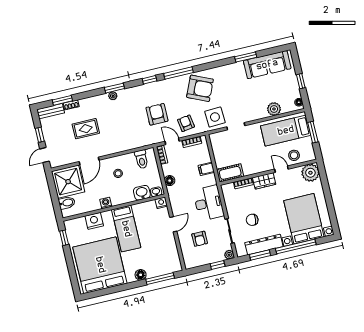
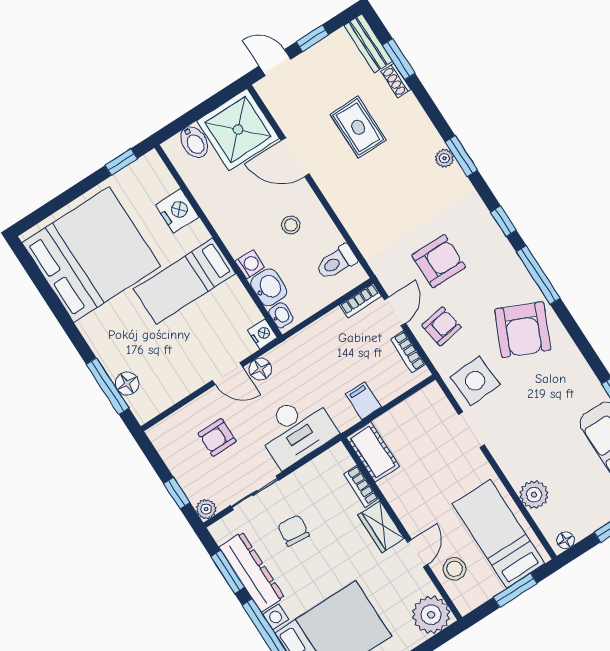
floor lamp: (170, 181) -> (260, 369), moved
washing machine: (106, 203) -> (250, 264), moved
floor lamp: (141, 275) -> (127, 383), moved

